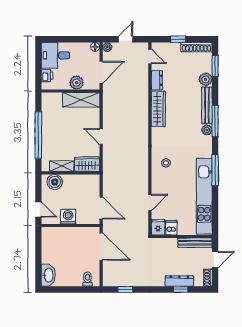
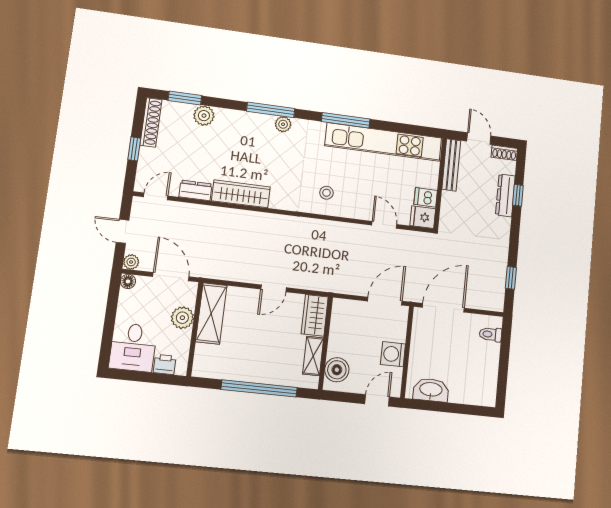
bench: (207, 105) -> (245, 119), removed
washbasin: (48, 275) -> (431, 390), moved

